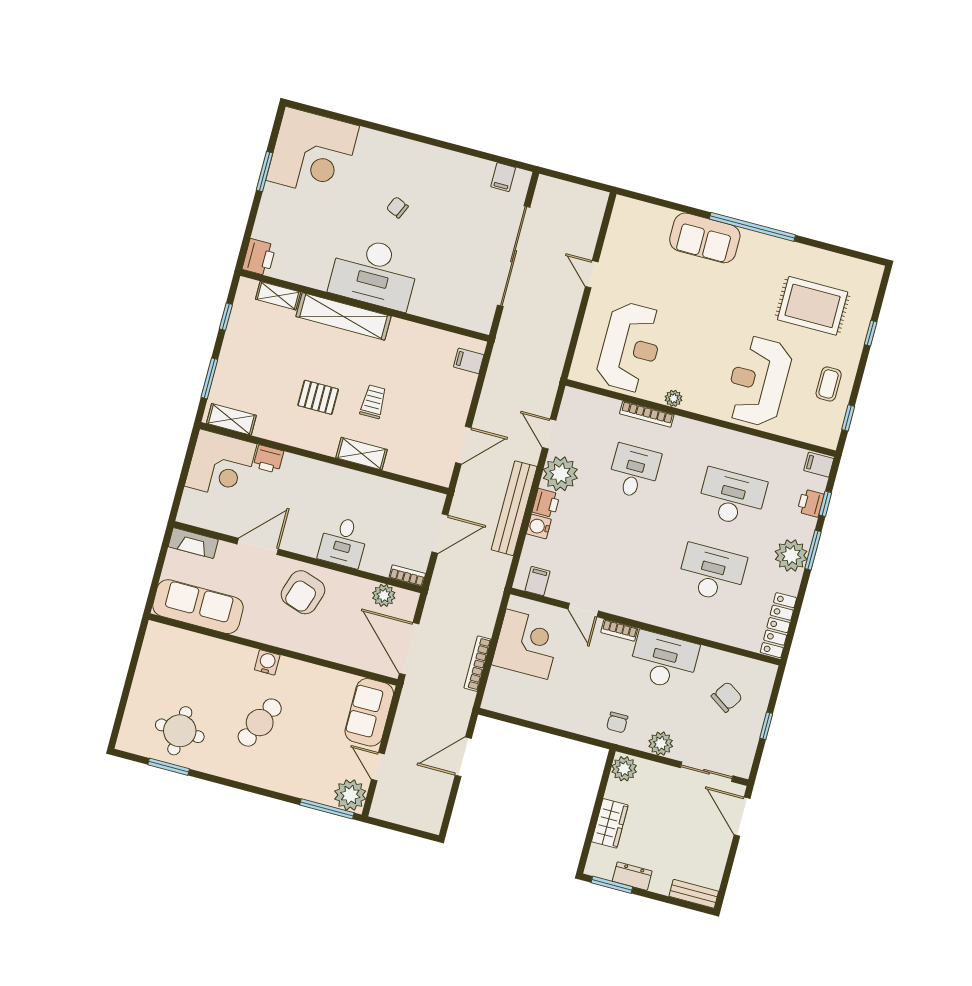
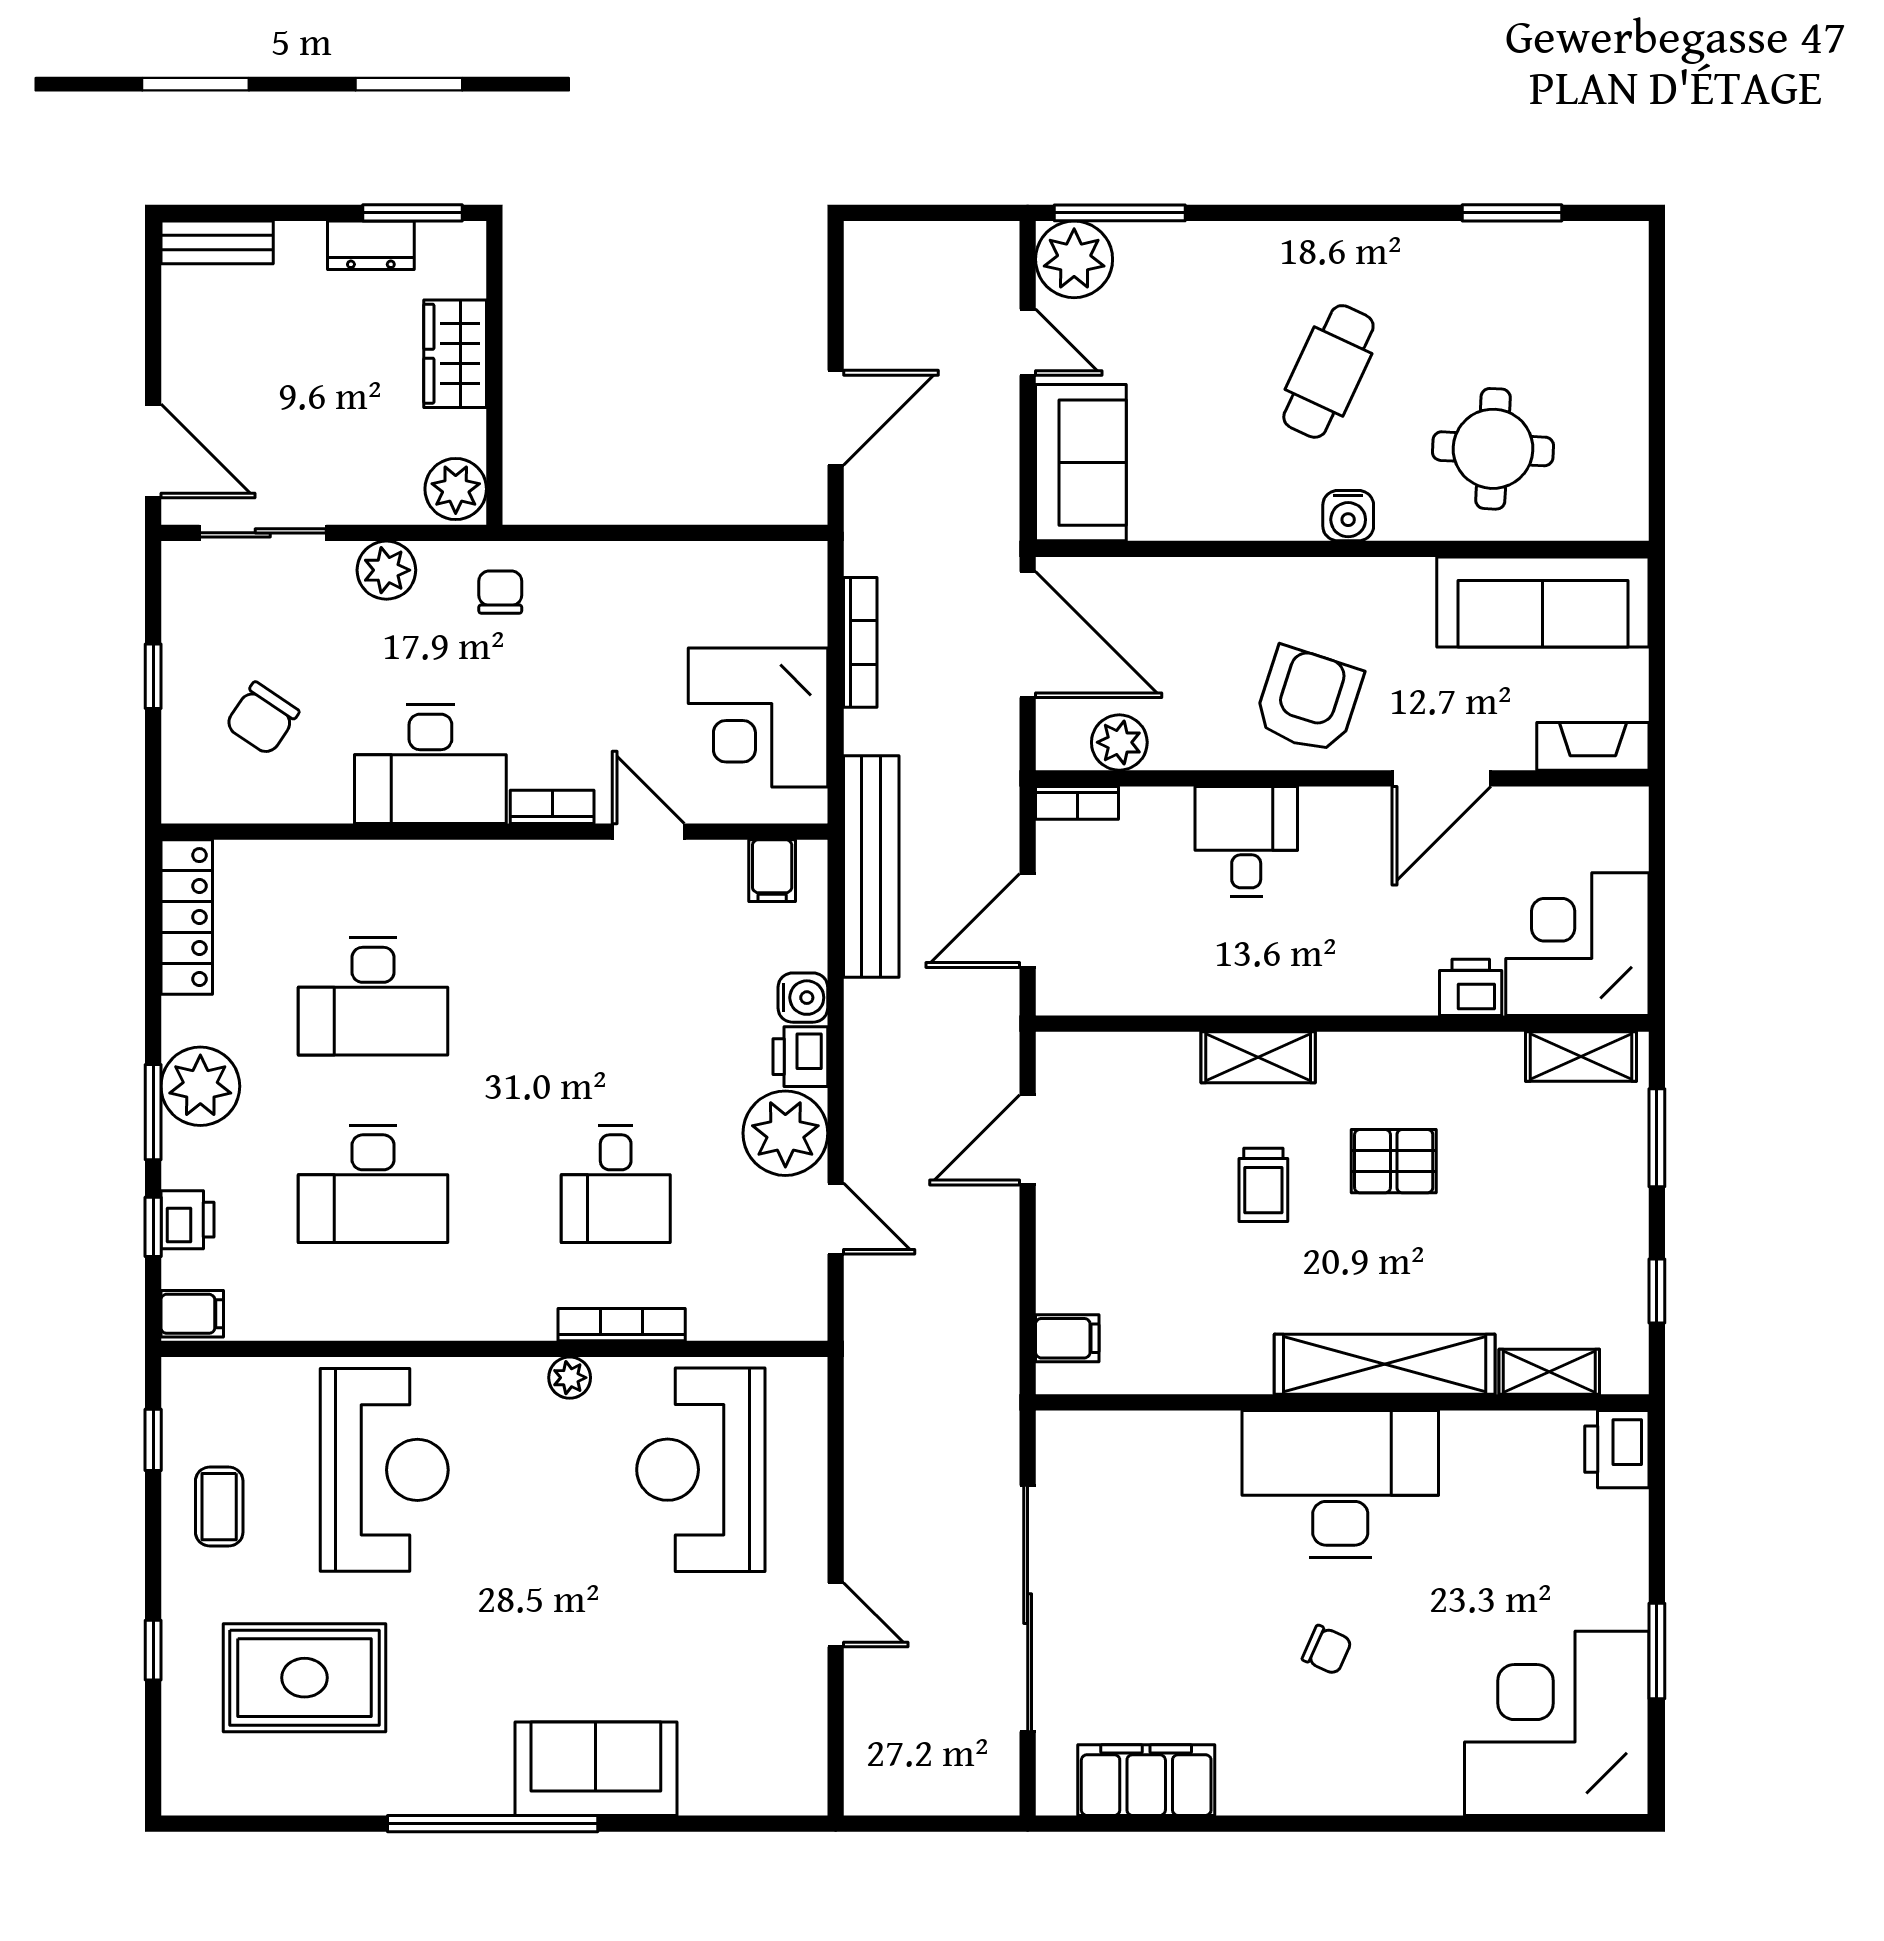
filing cabinet: (503, 177) -> (1146, 1780), width x3.00, depth x1.17
bench: (514, 508) -> (871, 867), moved
round table: (180, 731) -> (1493, 449), moved

